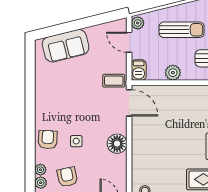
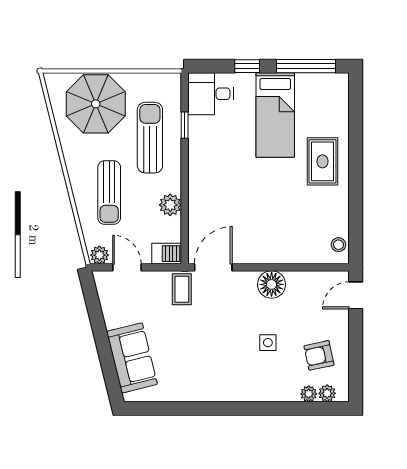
sun lounger: (182, 30) -> (109, 192), turned 180
door: (129, 42) -> (127, 267), swing flipped
armchair: (48, 140) -> (266, 383), removed

